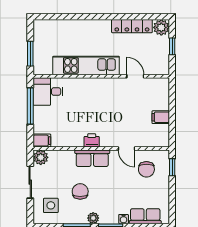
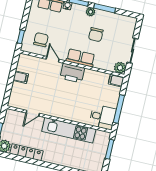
door: (135, 76) -> (33, 113), hinge flipped
printer: (92, 140) -> (72, 73), width x1.87, depth x1.48
side table: (51, 205) -> (121, 29), removed

